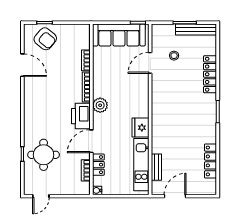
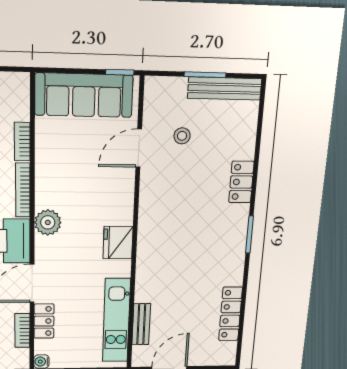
locker: (210, 74) -> (241, 182), width x0.66
fridge: (141, 128) -> (118, 243), moved

